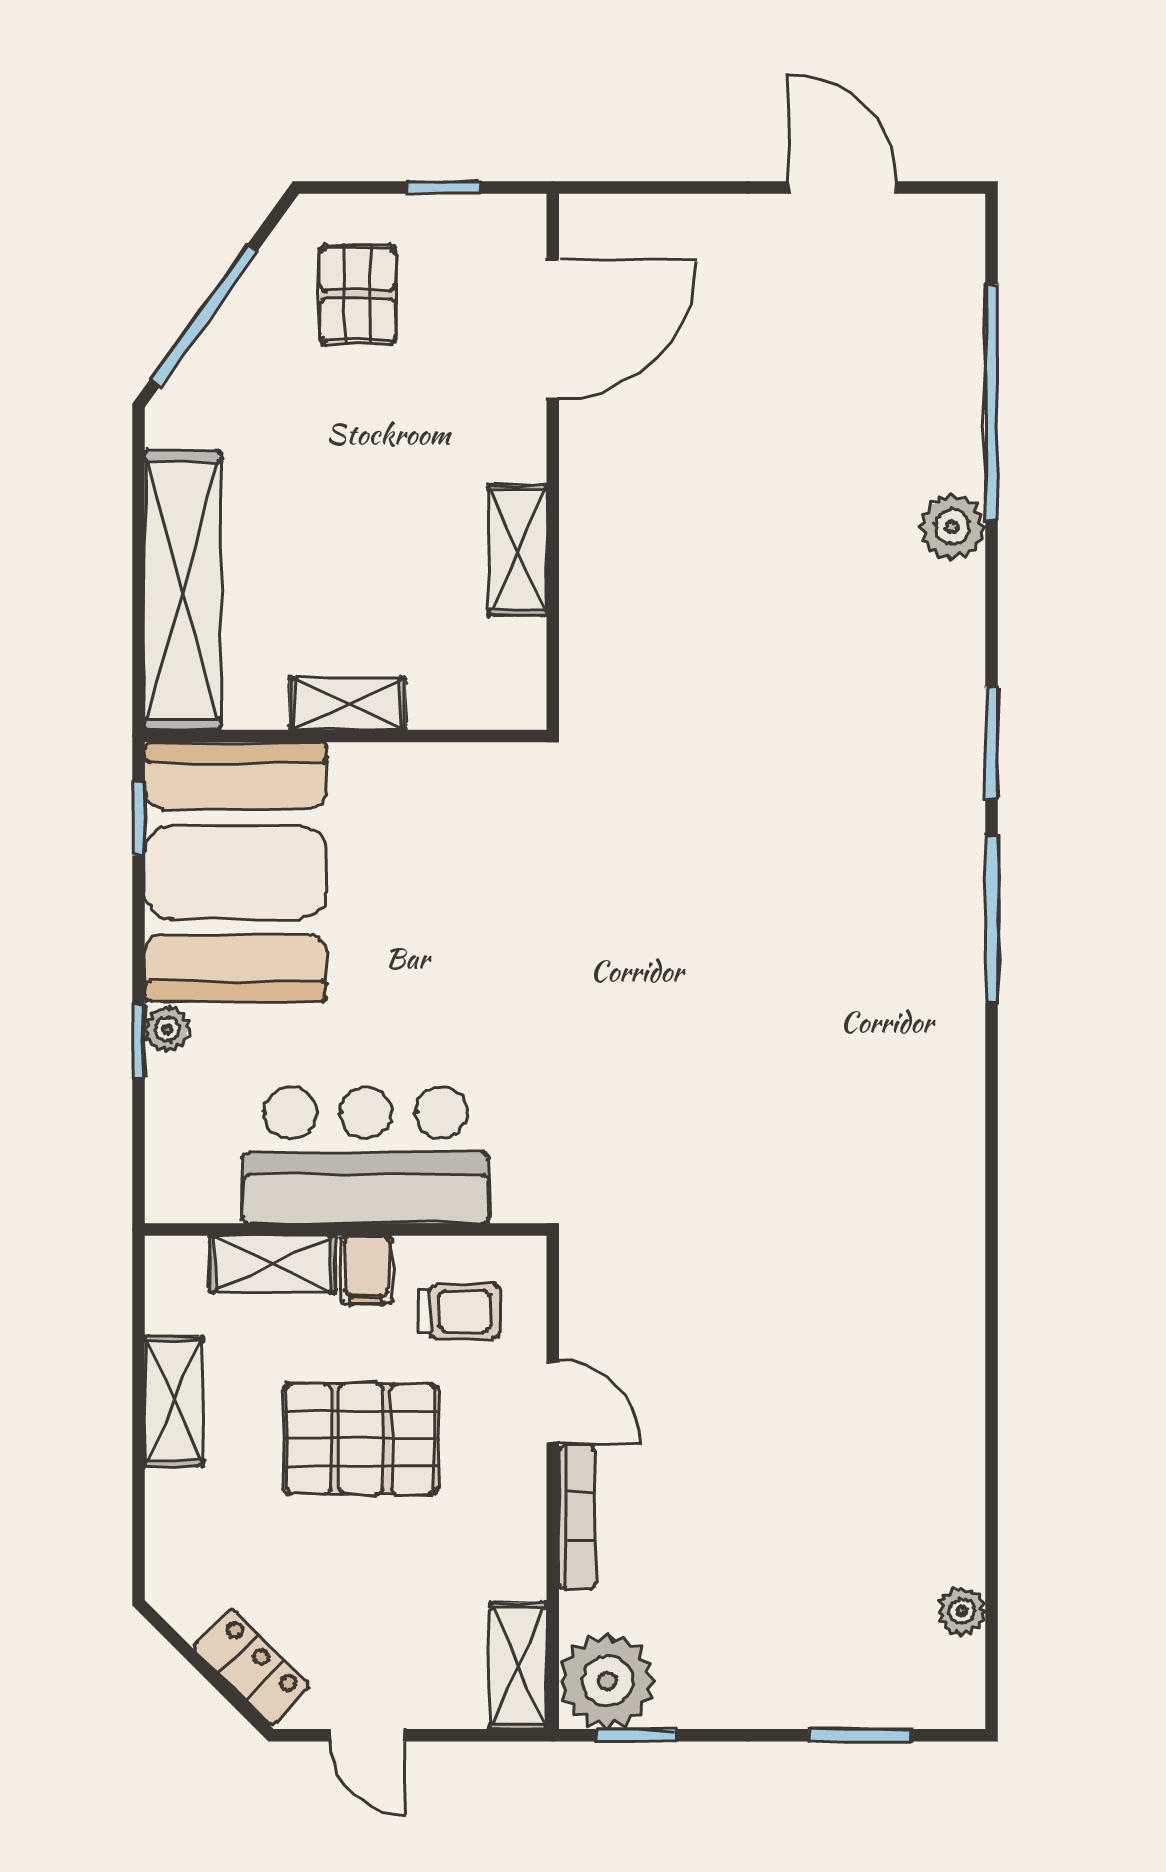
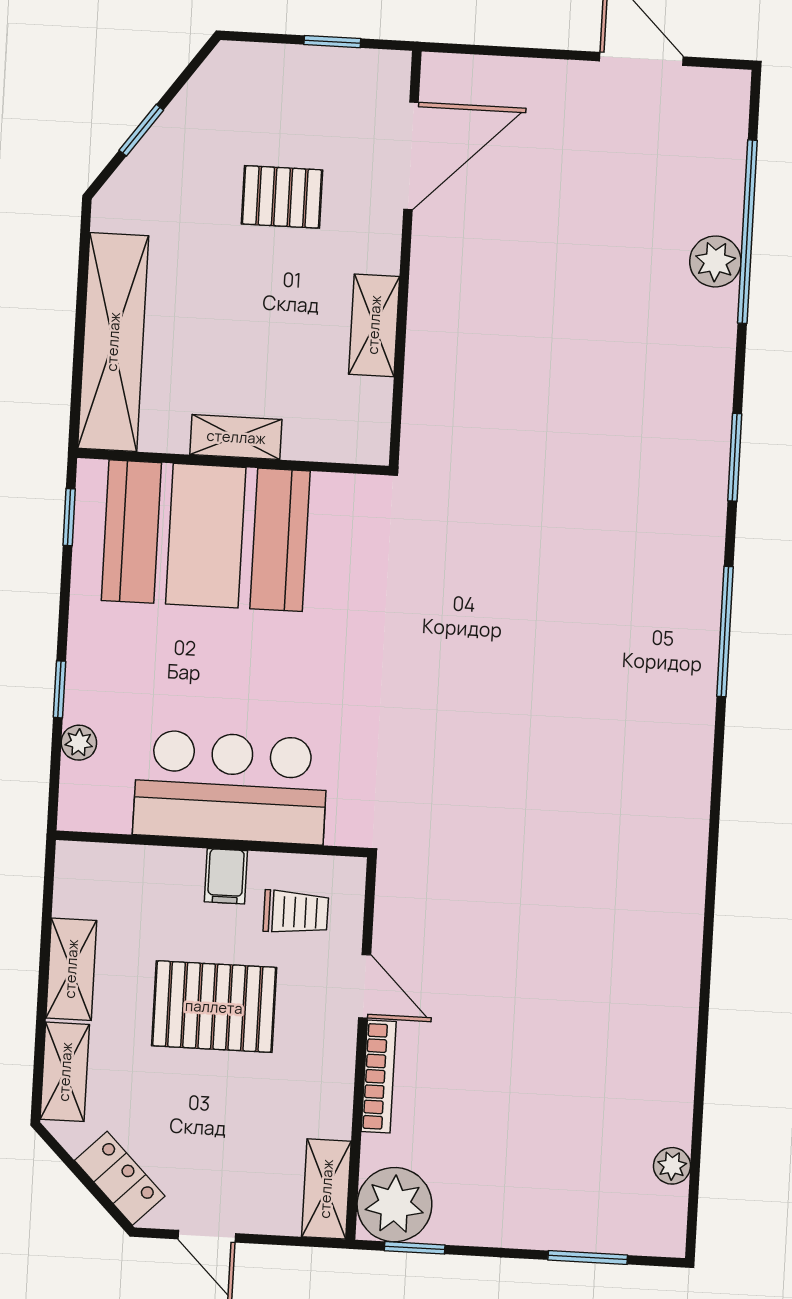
pallet: (357, 294) -> (282, 197), moved, turned 90
window: (204, 315) -> (141, 130), width x0.46
plant: (952, 527) -> (715, 261), moved
window: (992, 743) -> (735, 457), moved
booth: (236, 872) -> (206, 536), moved, turned 90
plant: (167, 1029) -> (79, 743), moved
shelving: (272, 1264) -> (65, 1072), moved, turned 90

